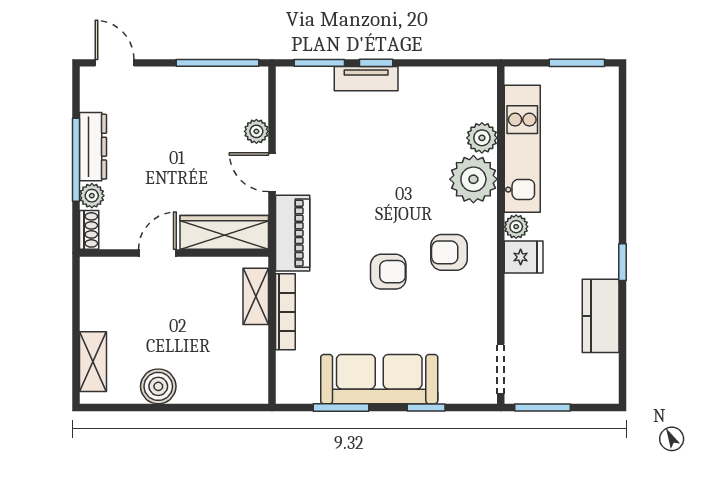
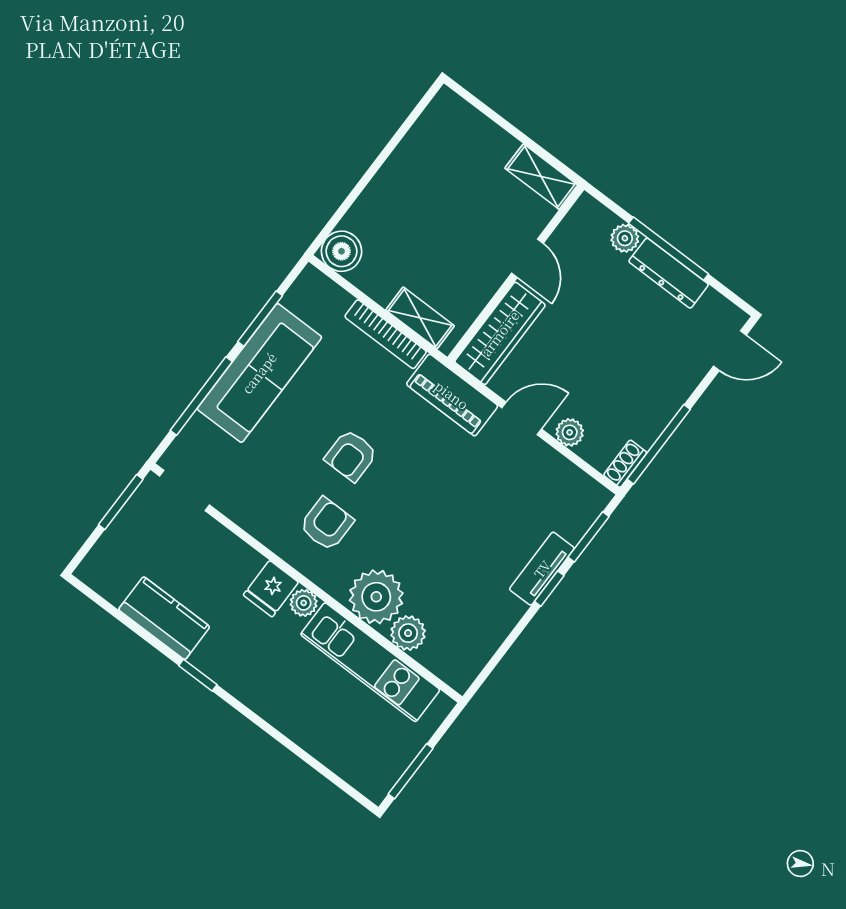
shoe rack: (89, 230) -> (625, 464), moved, turned 90
shelving: (93, 362) -> (541, 177), moved
boiler: (158, 386) -> (341, 251), moved
window: (426, 408) -> (201, 396), width x2.17

